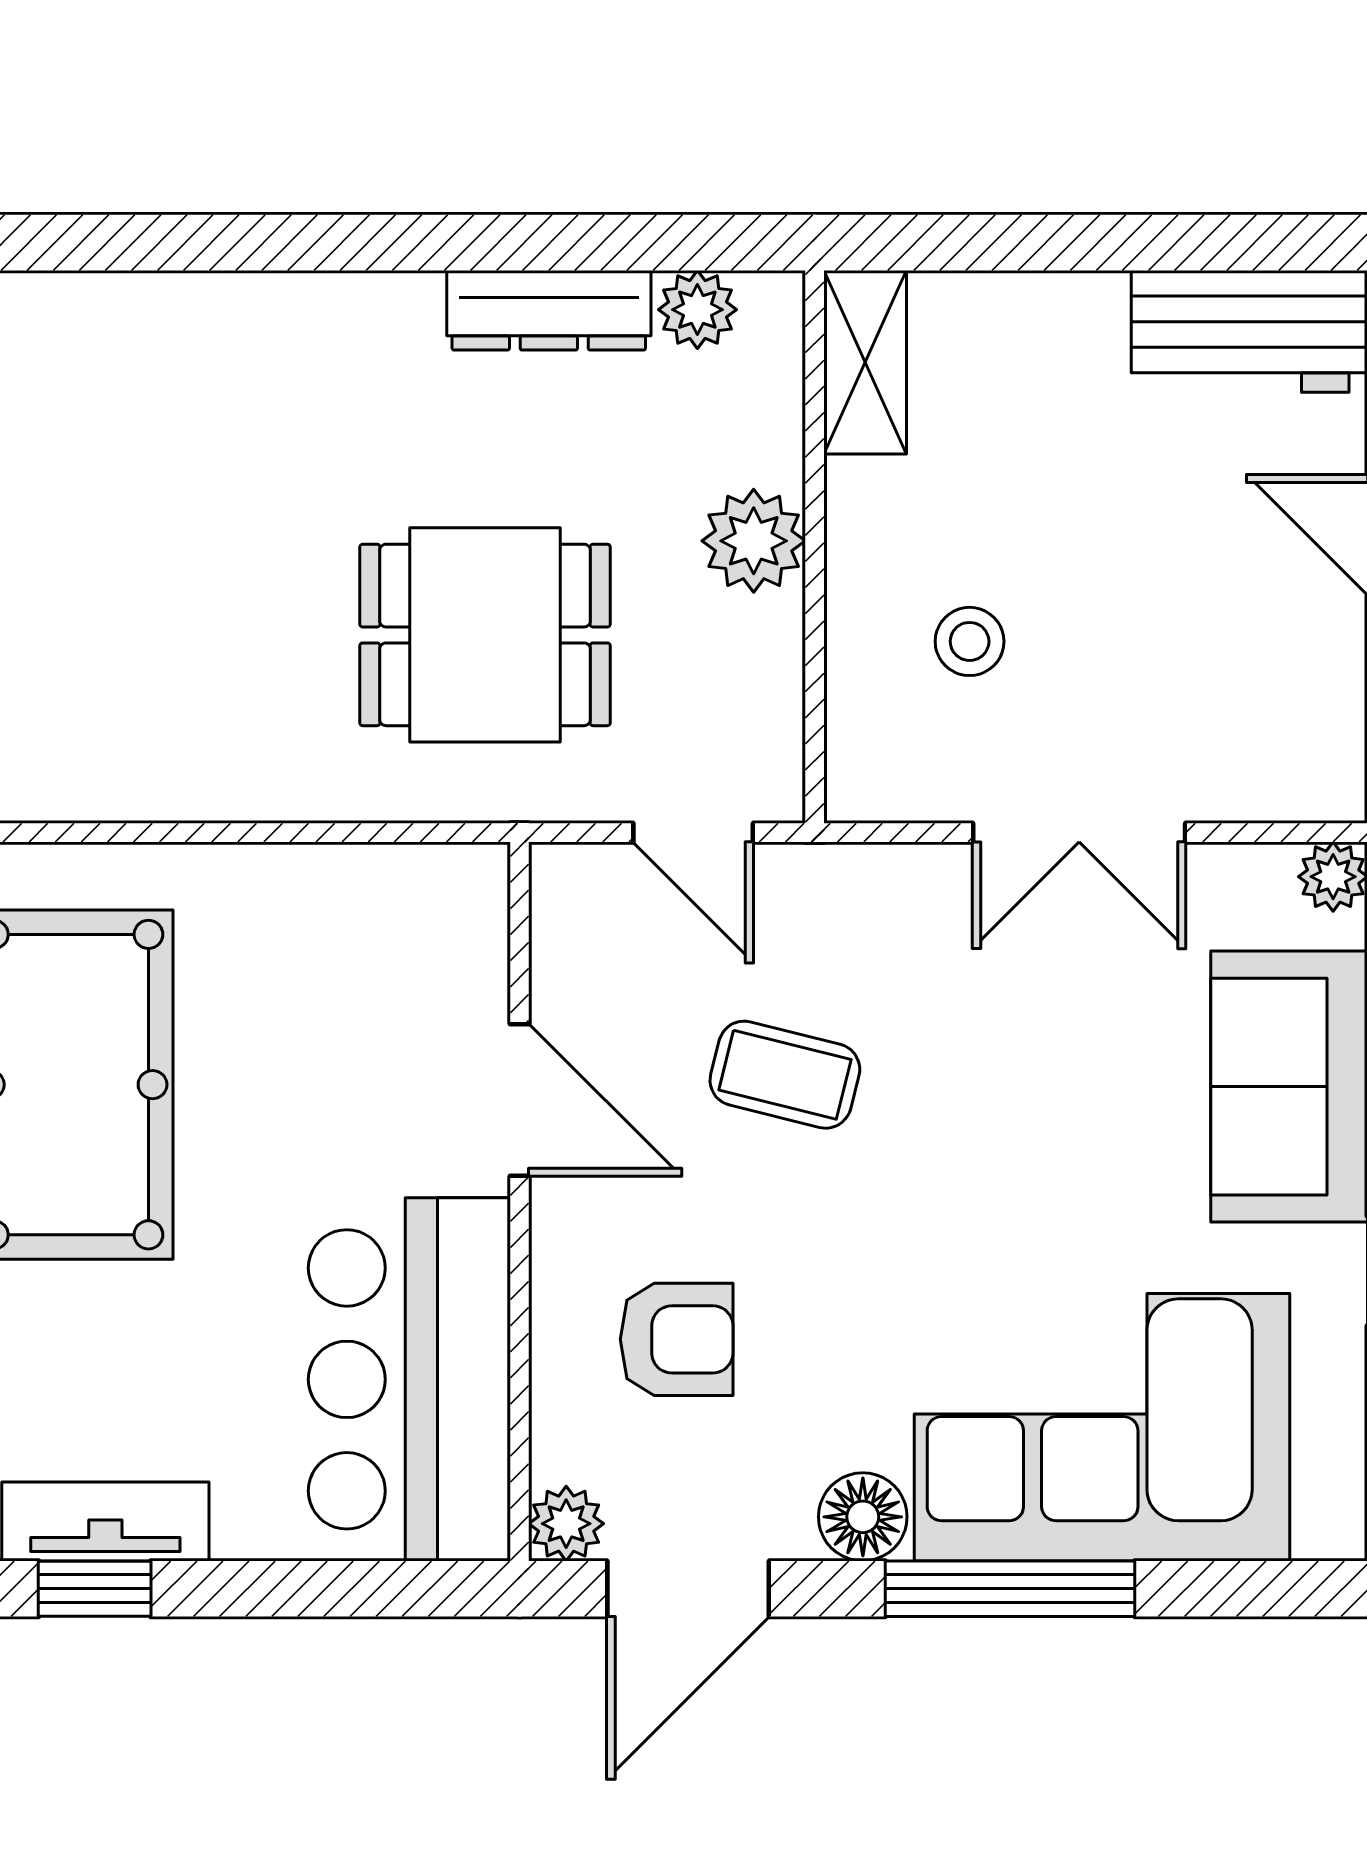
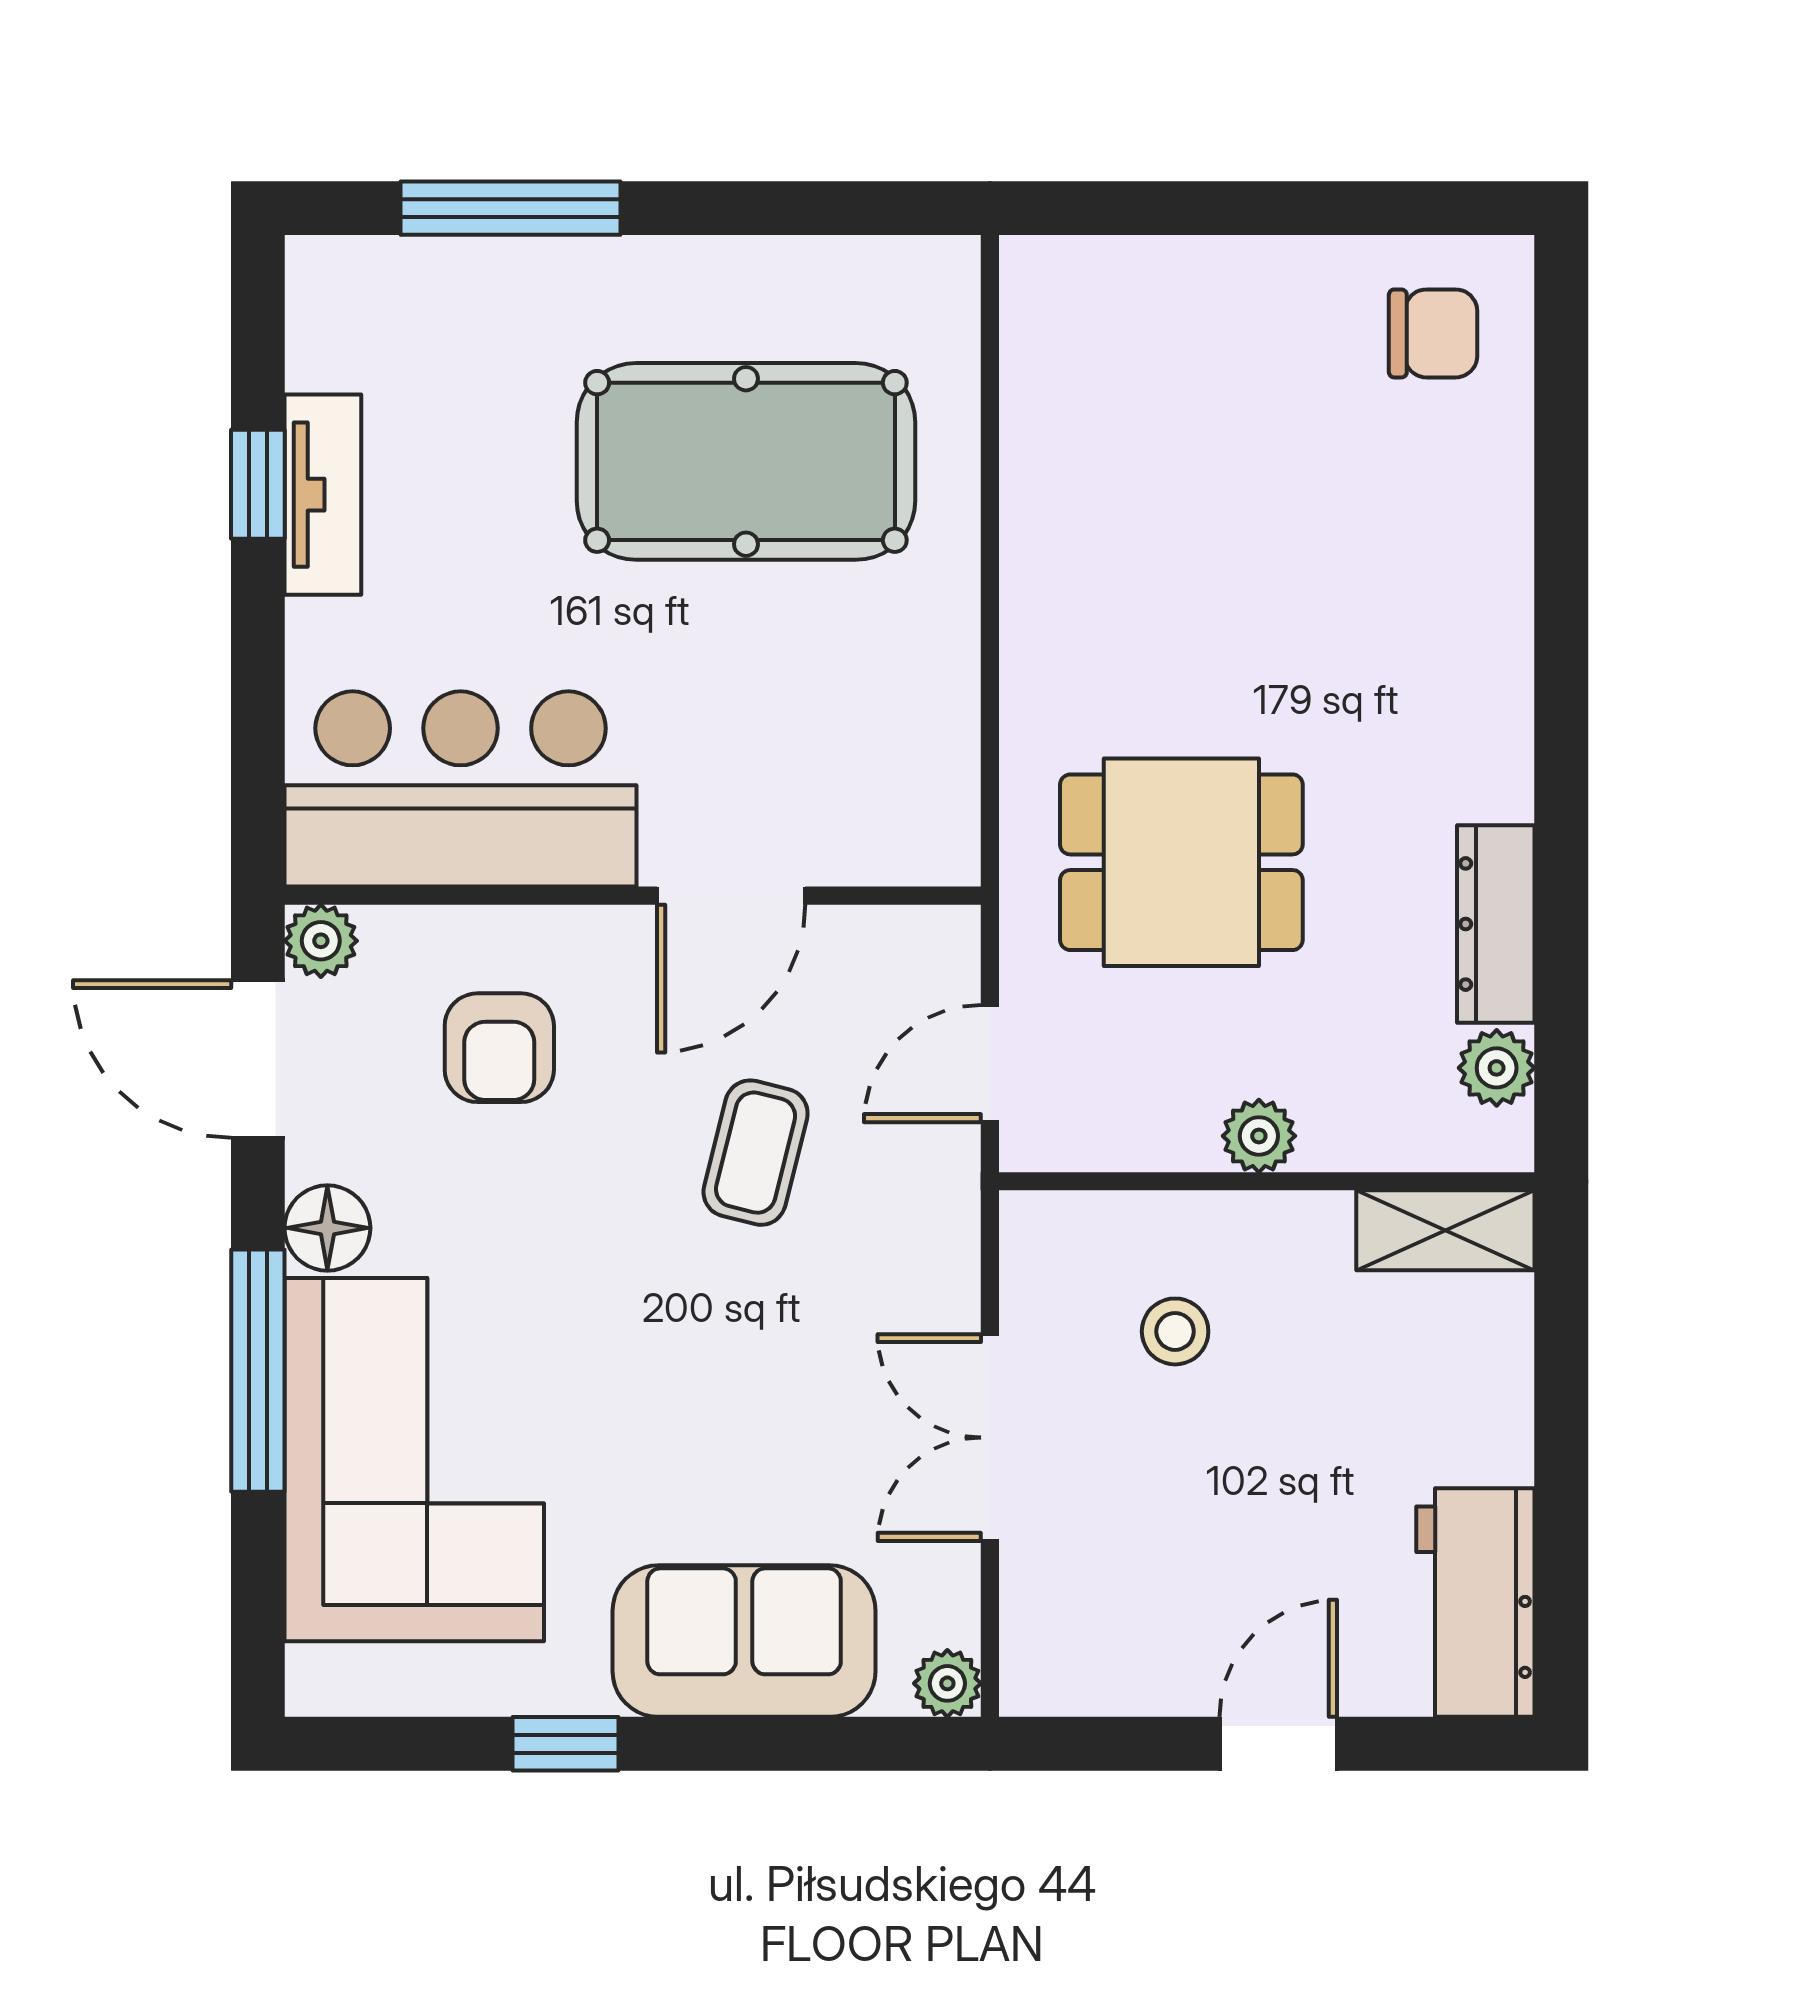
plant: (754, 541) -> (1259, 1136), width x0.73, depth x0.73
dining table: (485, 635) -> (1181, 862), turned 90

